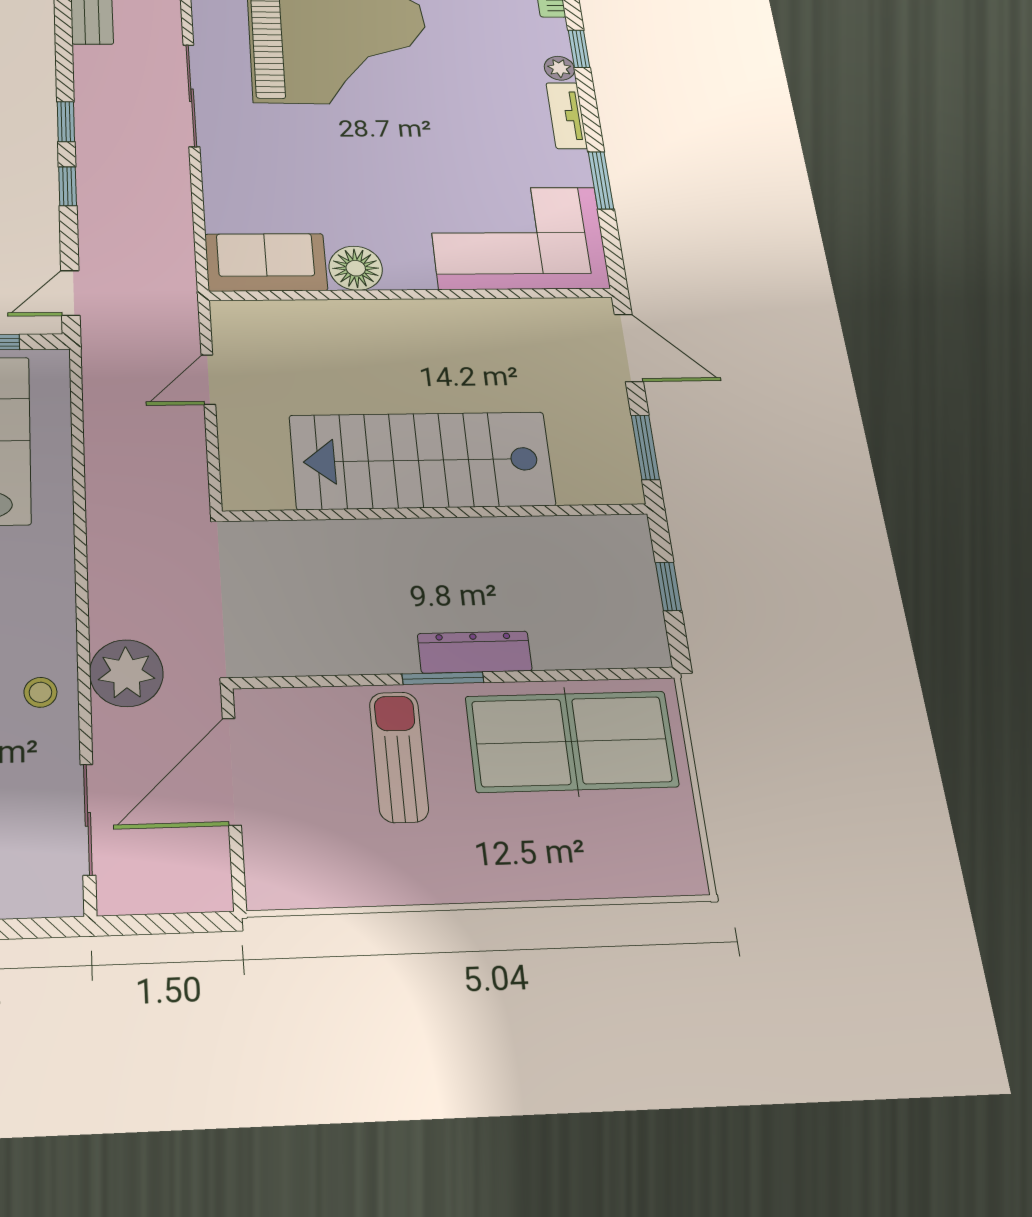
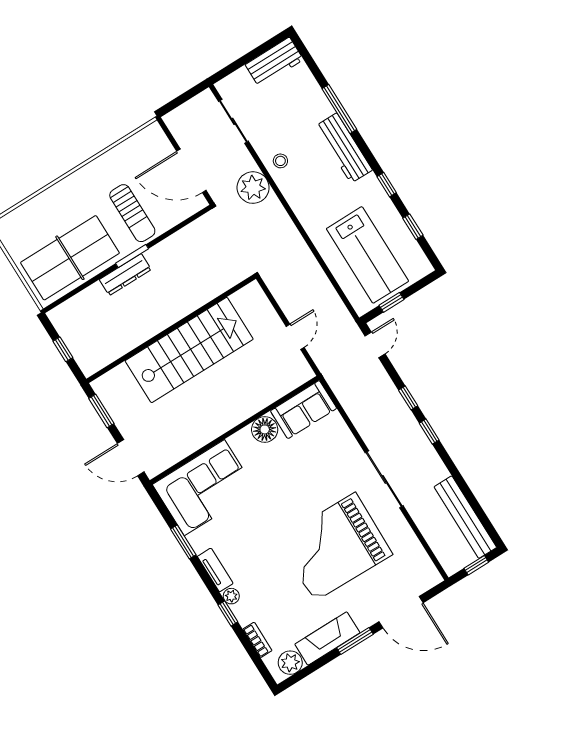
door: (232, 771) -> (191, 171), swing flipped

